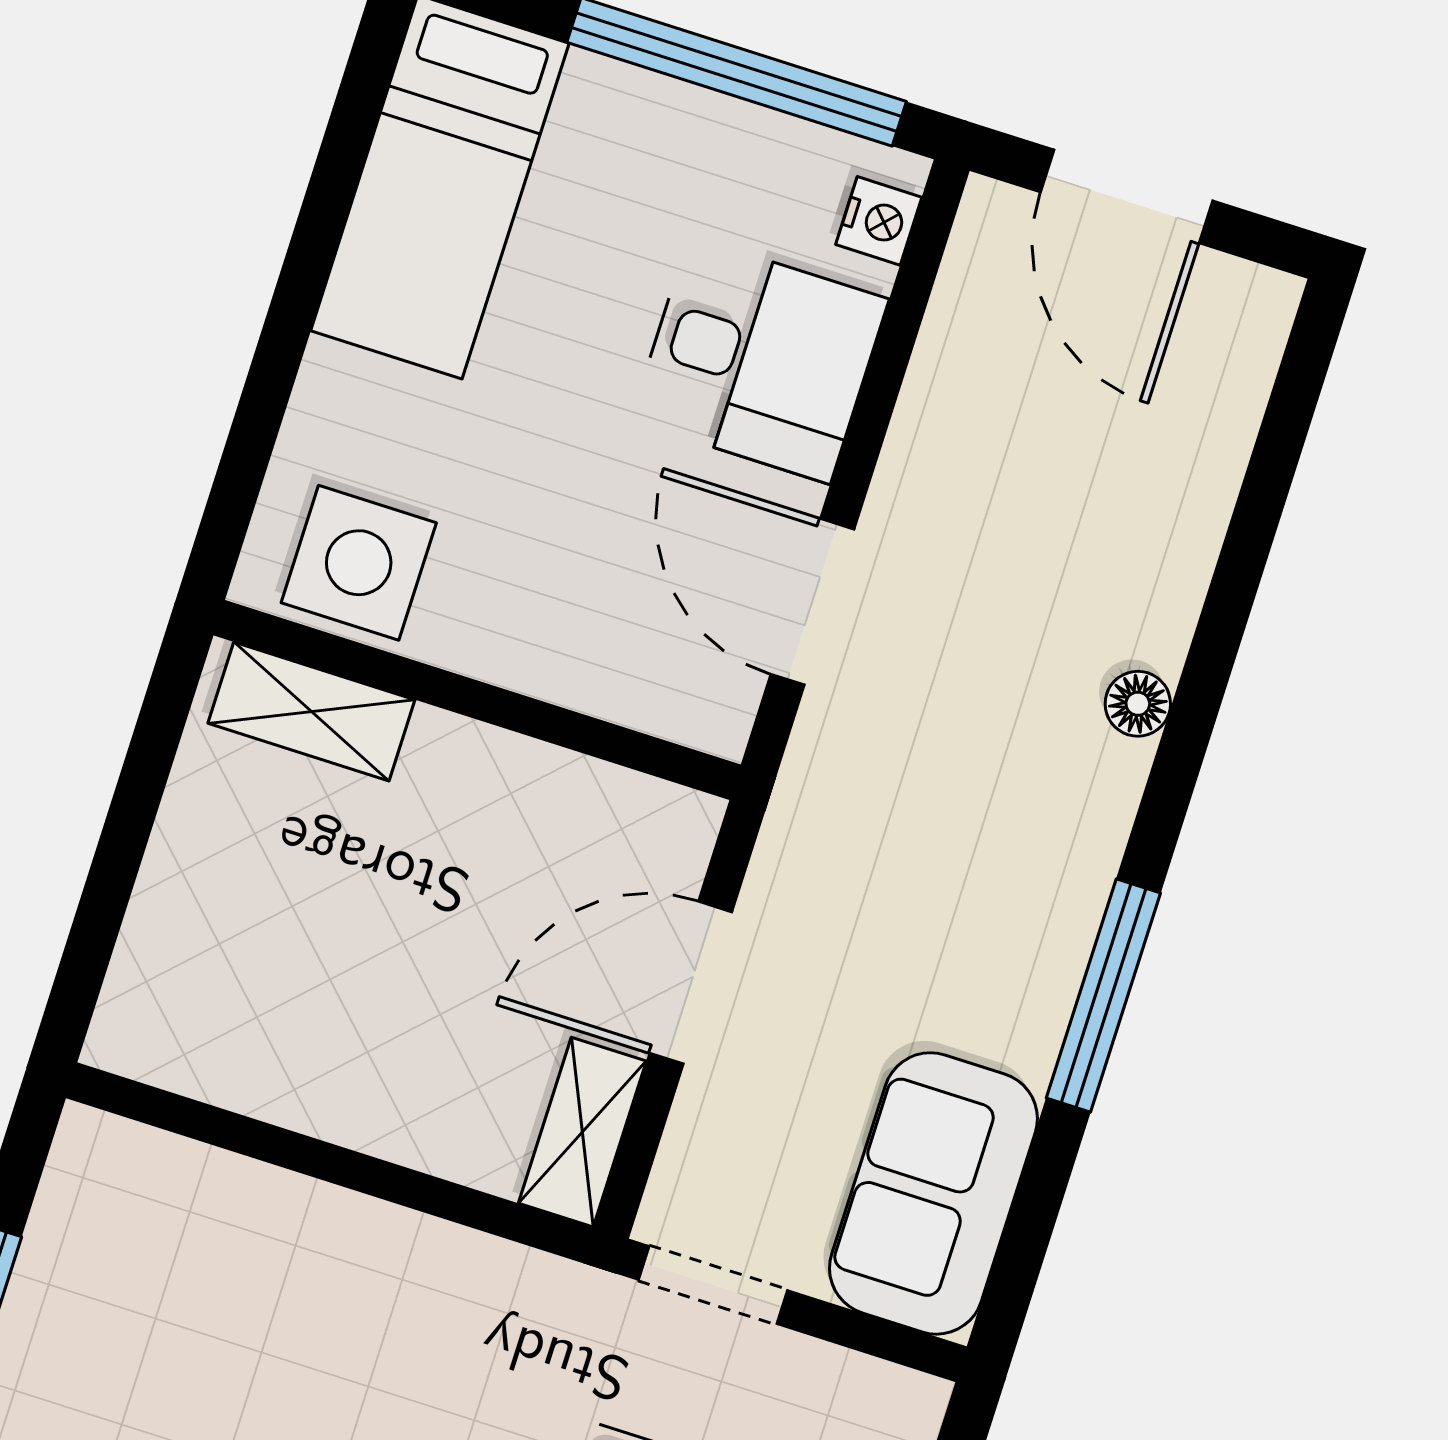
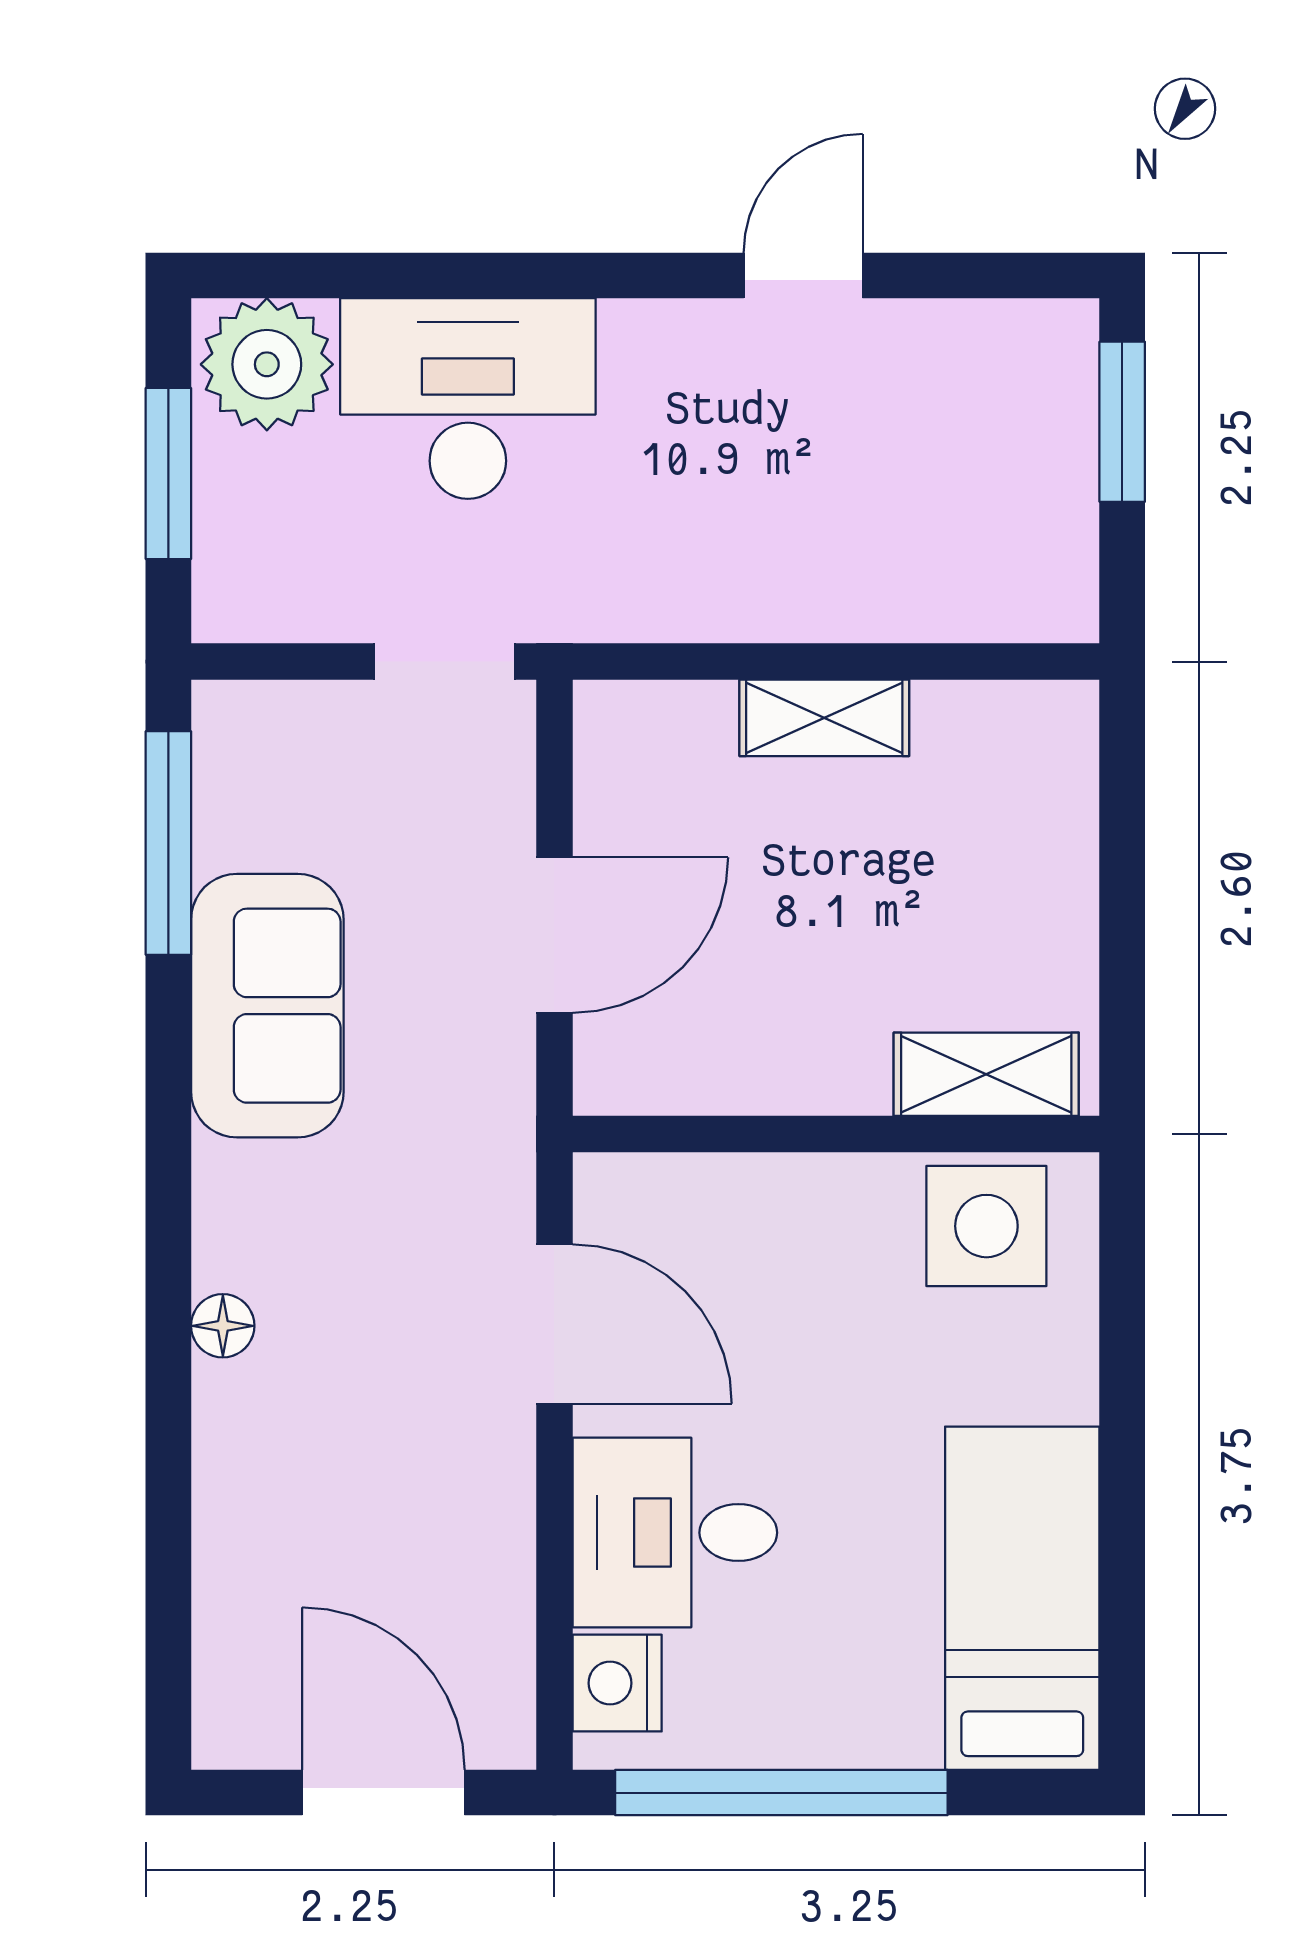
nightstand: (879, 221) -> (617, 1683), width x1.39, depth x1.35
window: (1103, 995) -> (168, 843), moved
shelving: (582, 1132) -> (824, 718), moved, turned 90
sofa: (933, 1193) -> (267, 1006), moved

